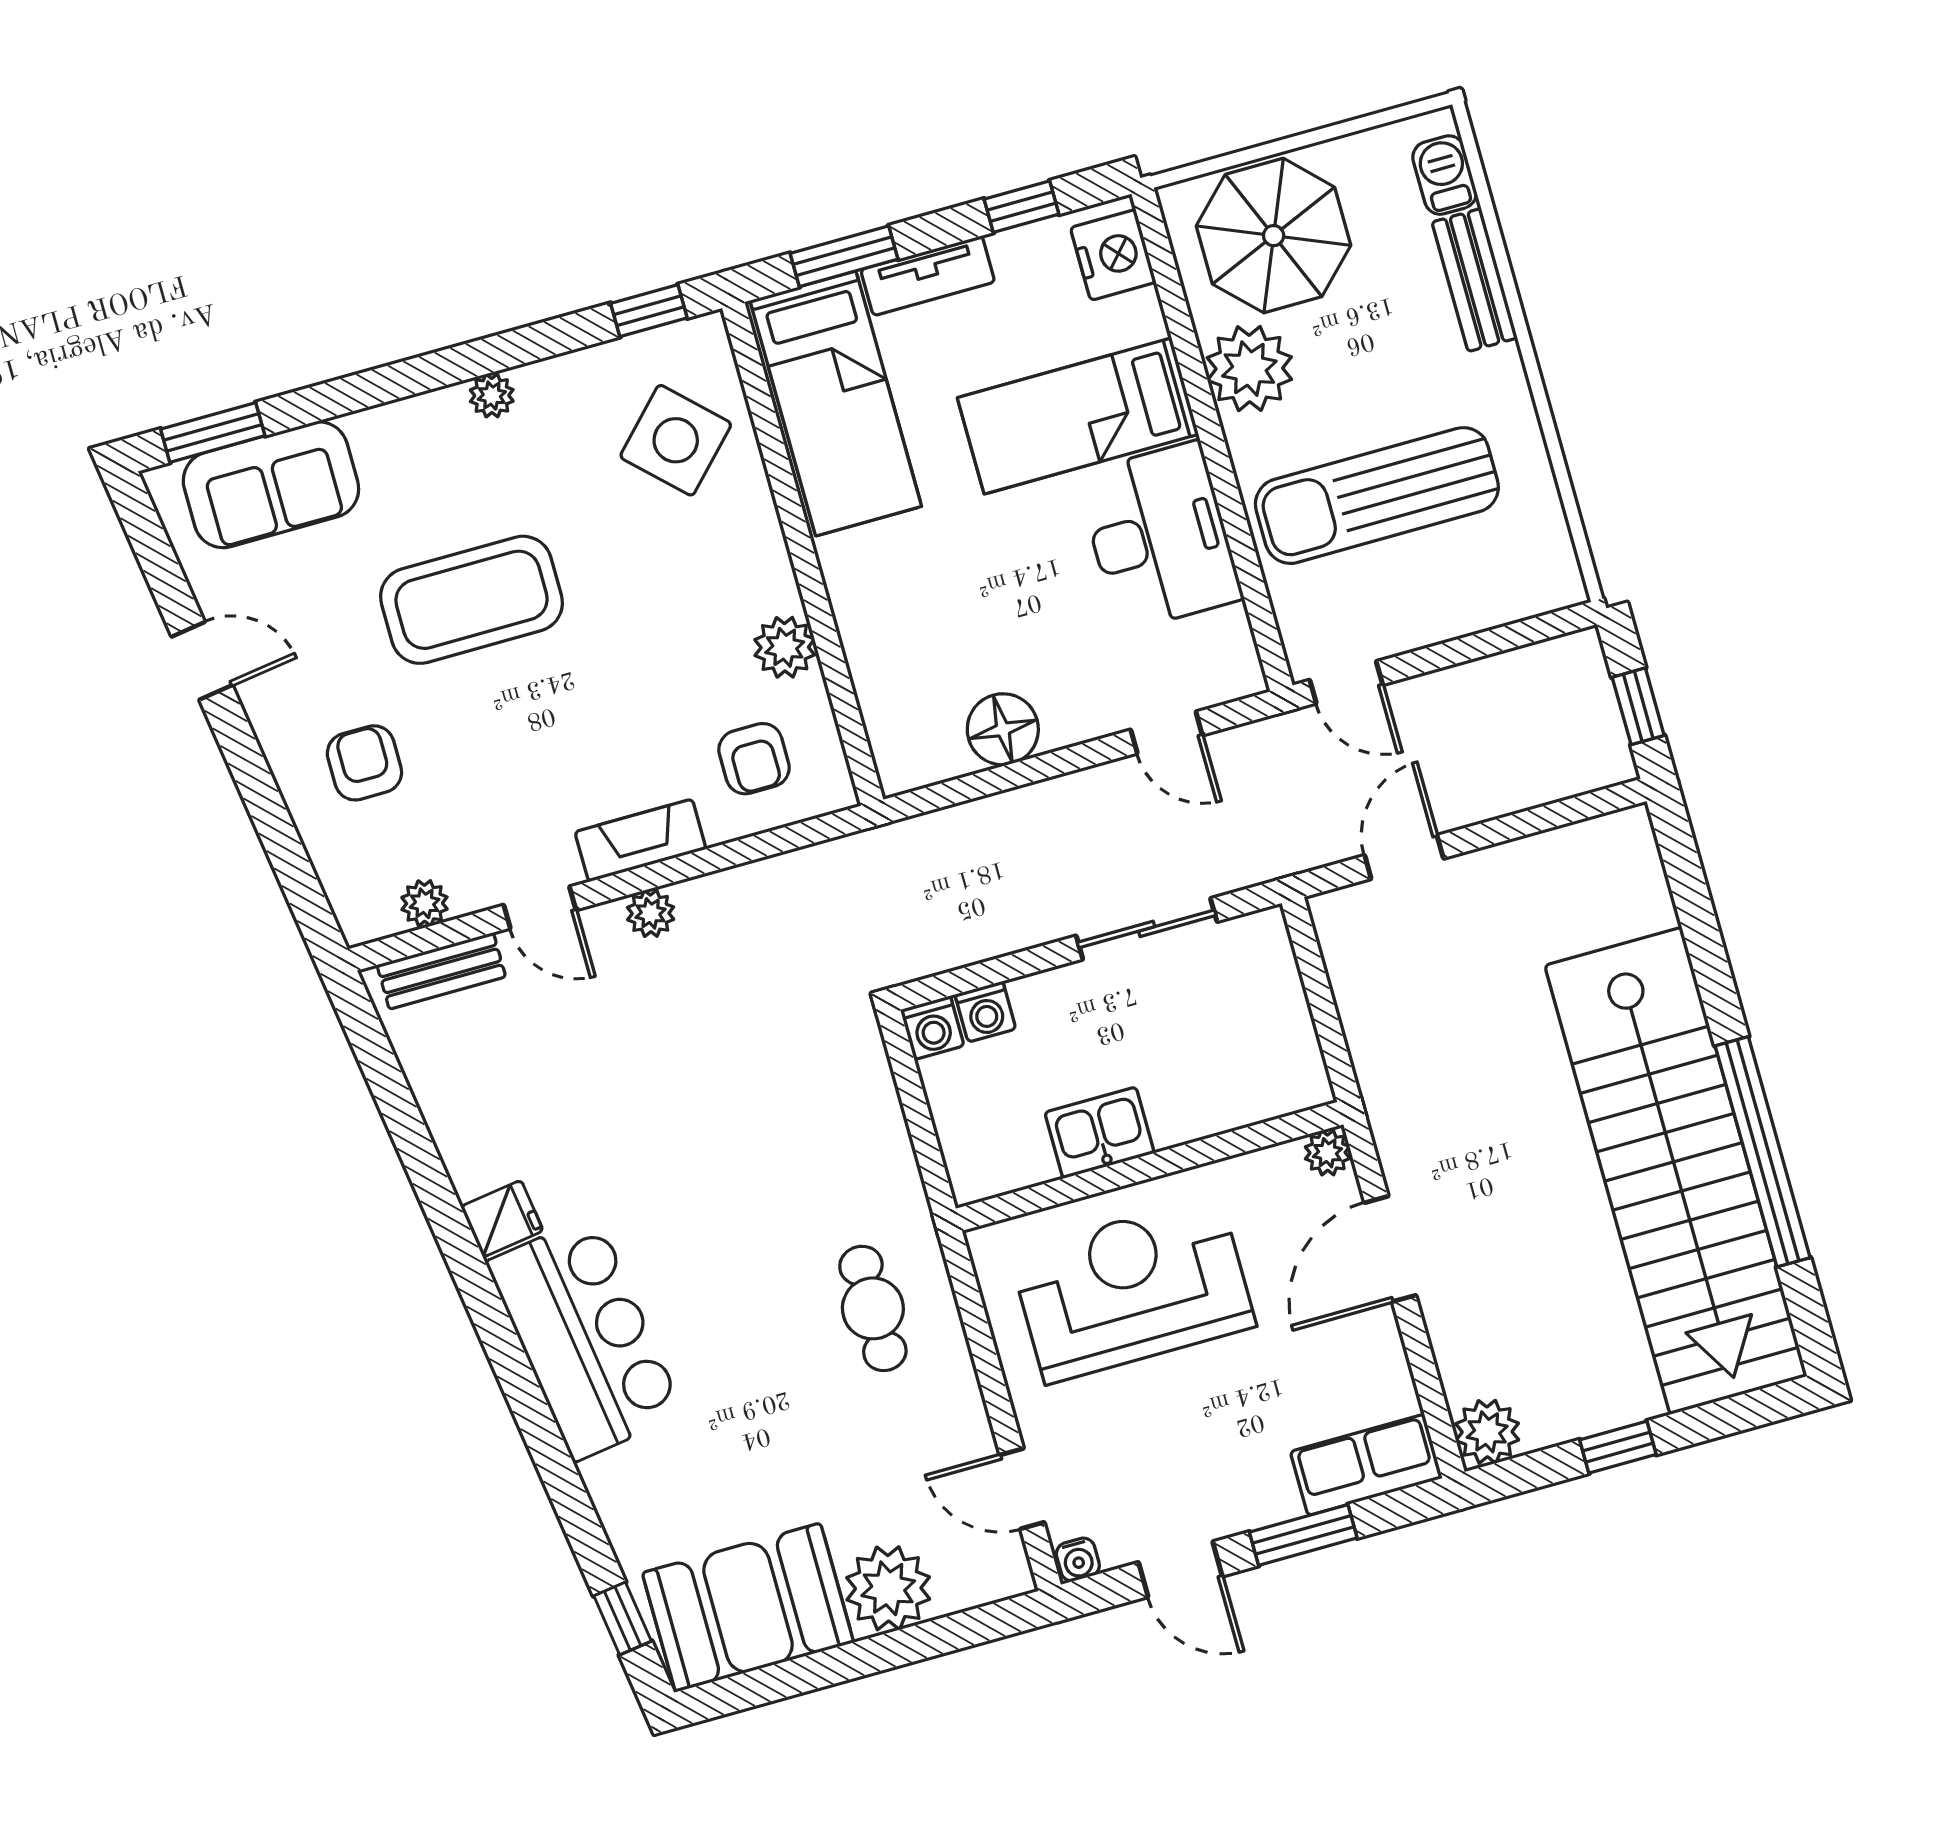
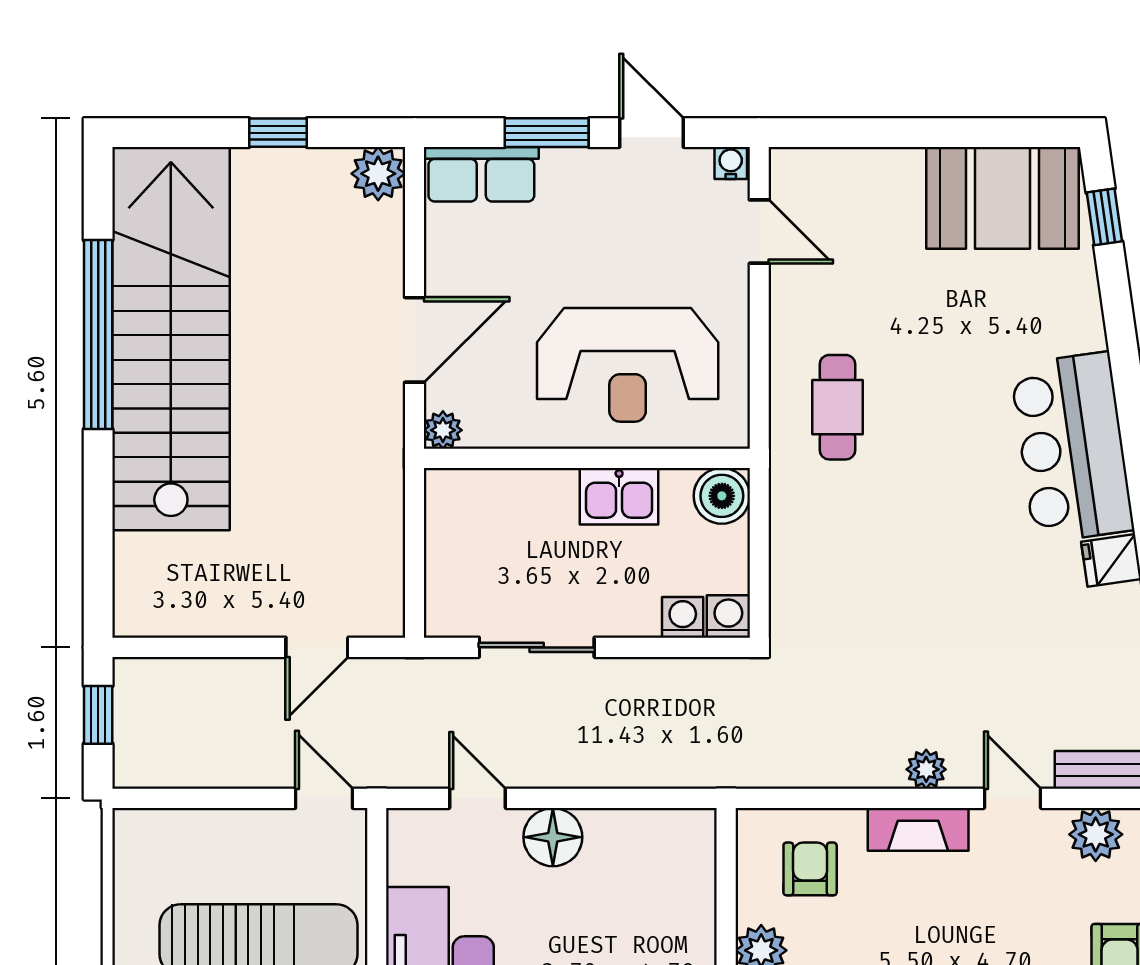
floor lamp: (1003, 729) -> (553, 837), moved
plant: (425, 903) -> (1096, 834), width x1.38, depth x1.38
boiler: (979, 1167) -> (722, 496), added
plant: (888, 1588) -> (887, 182), removed

